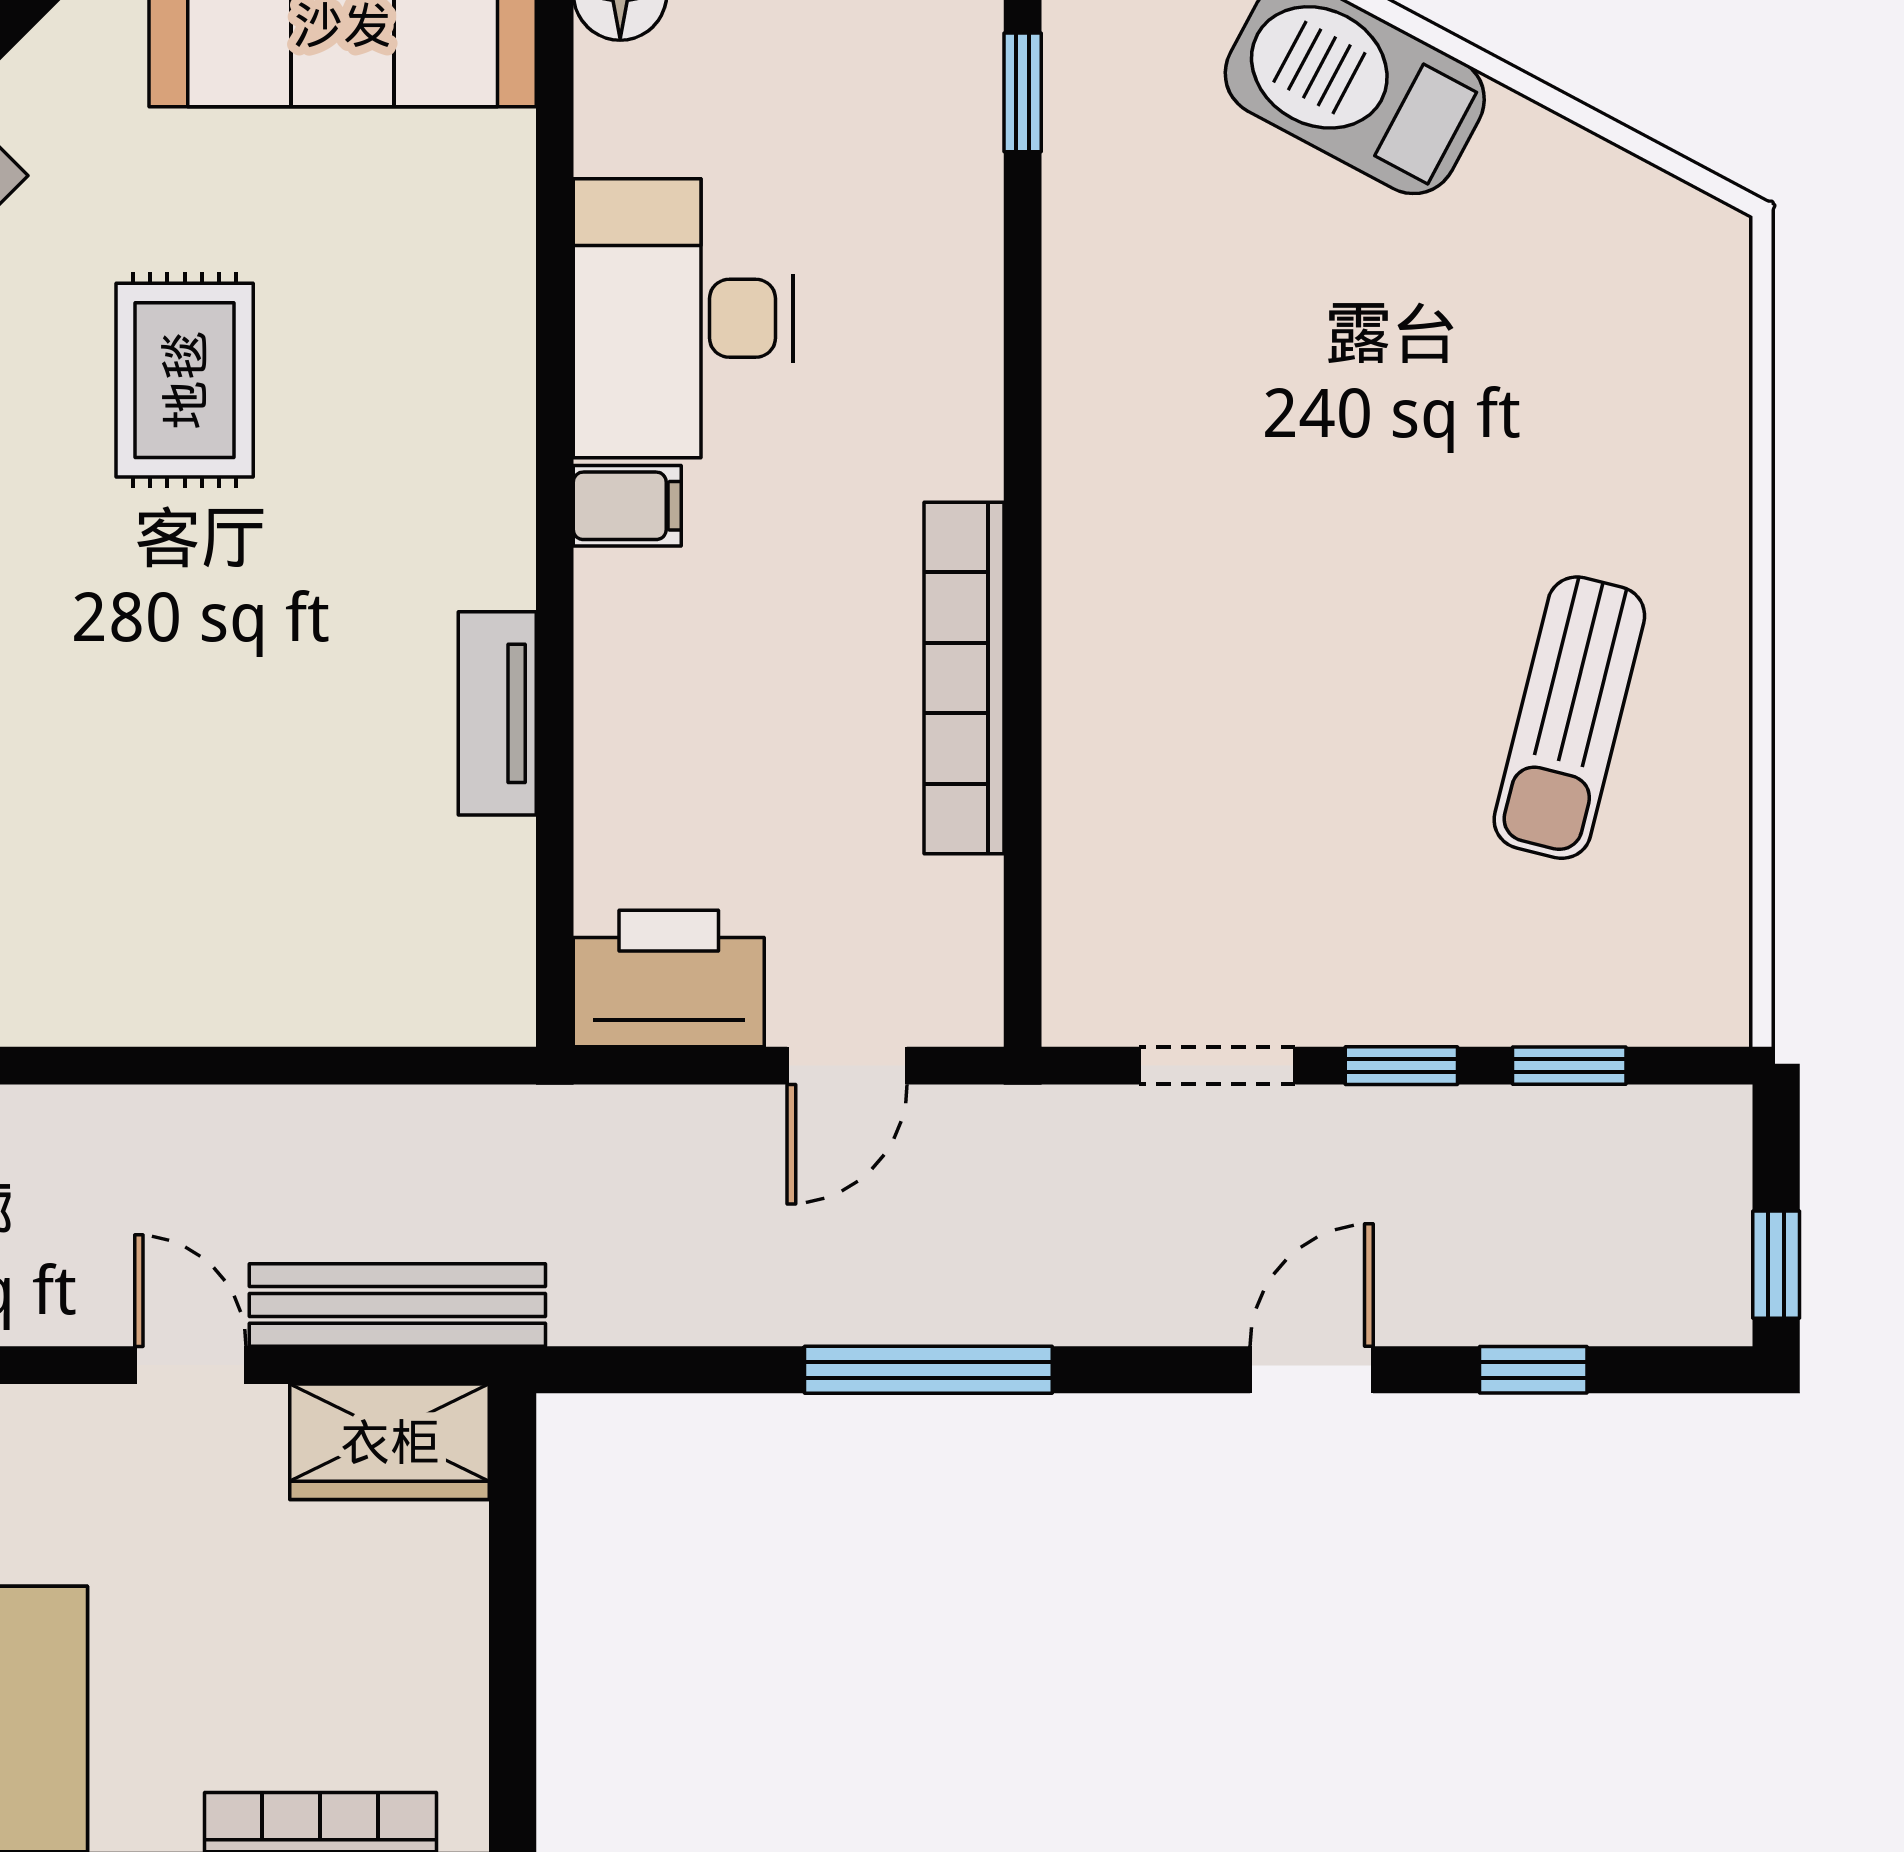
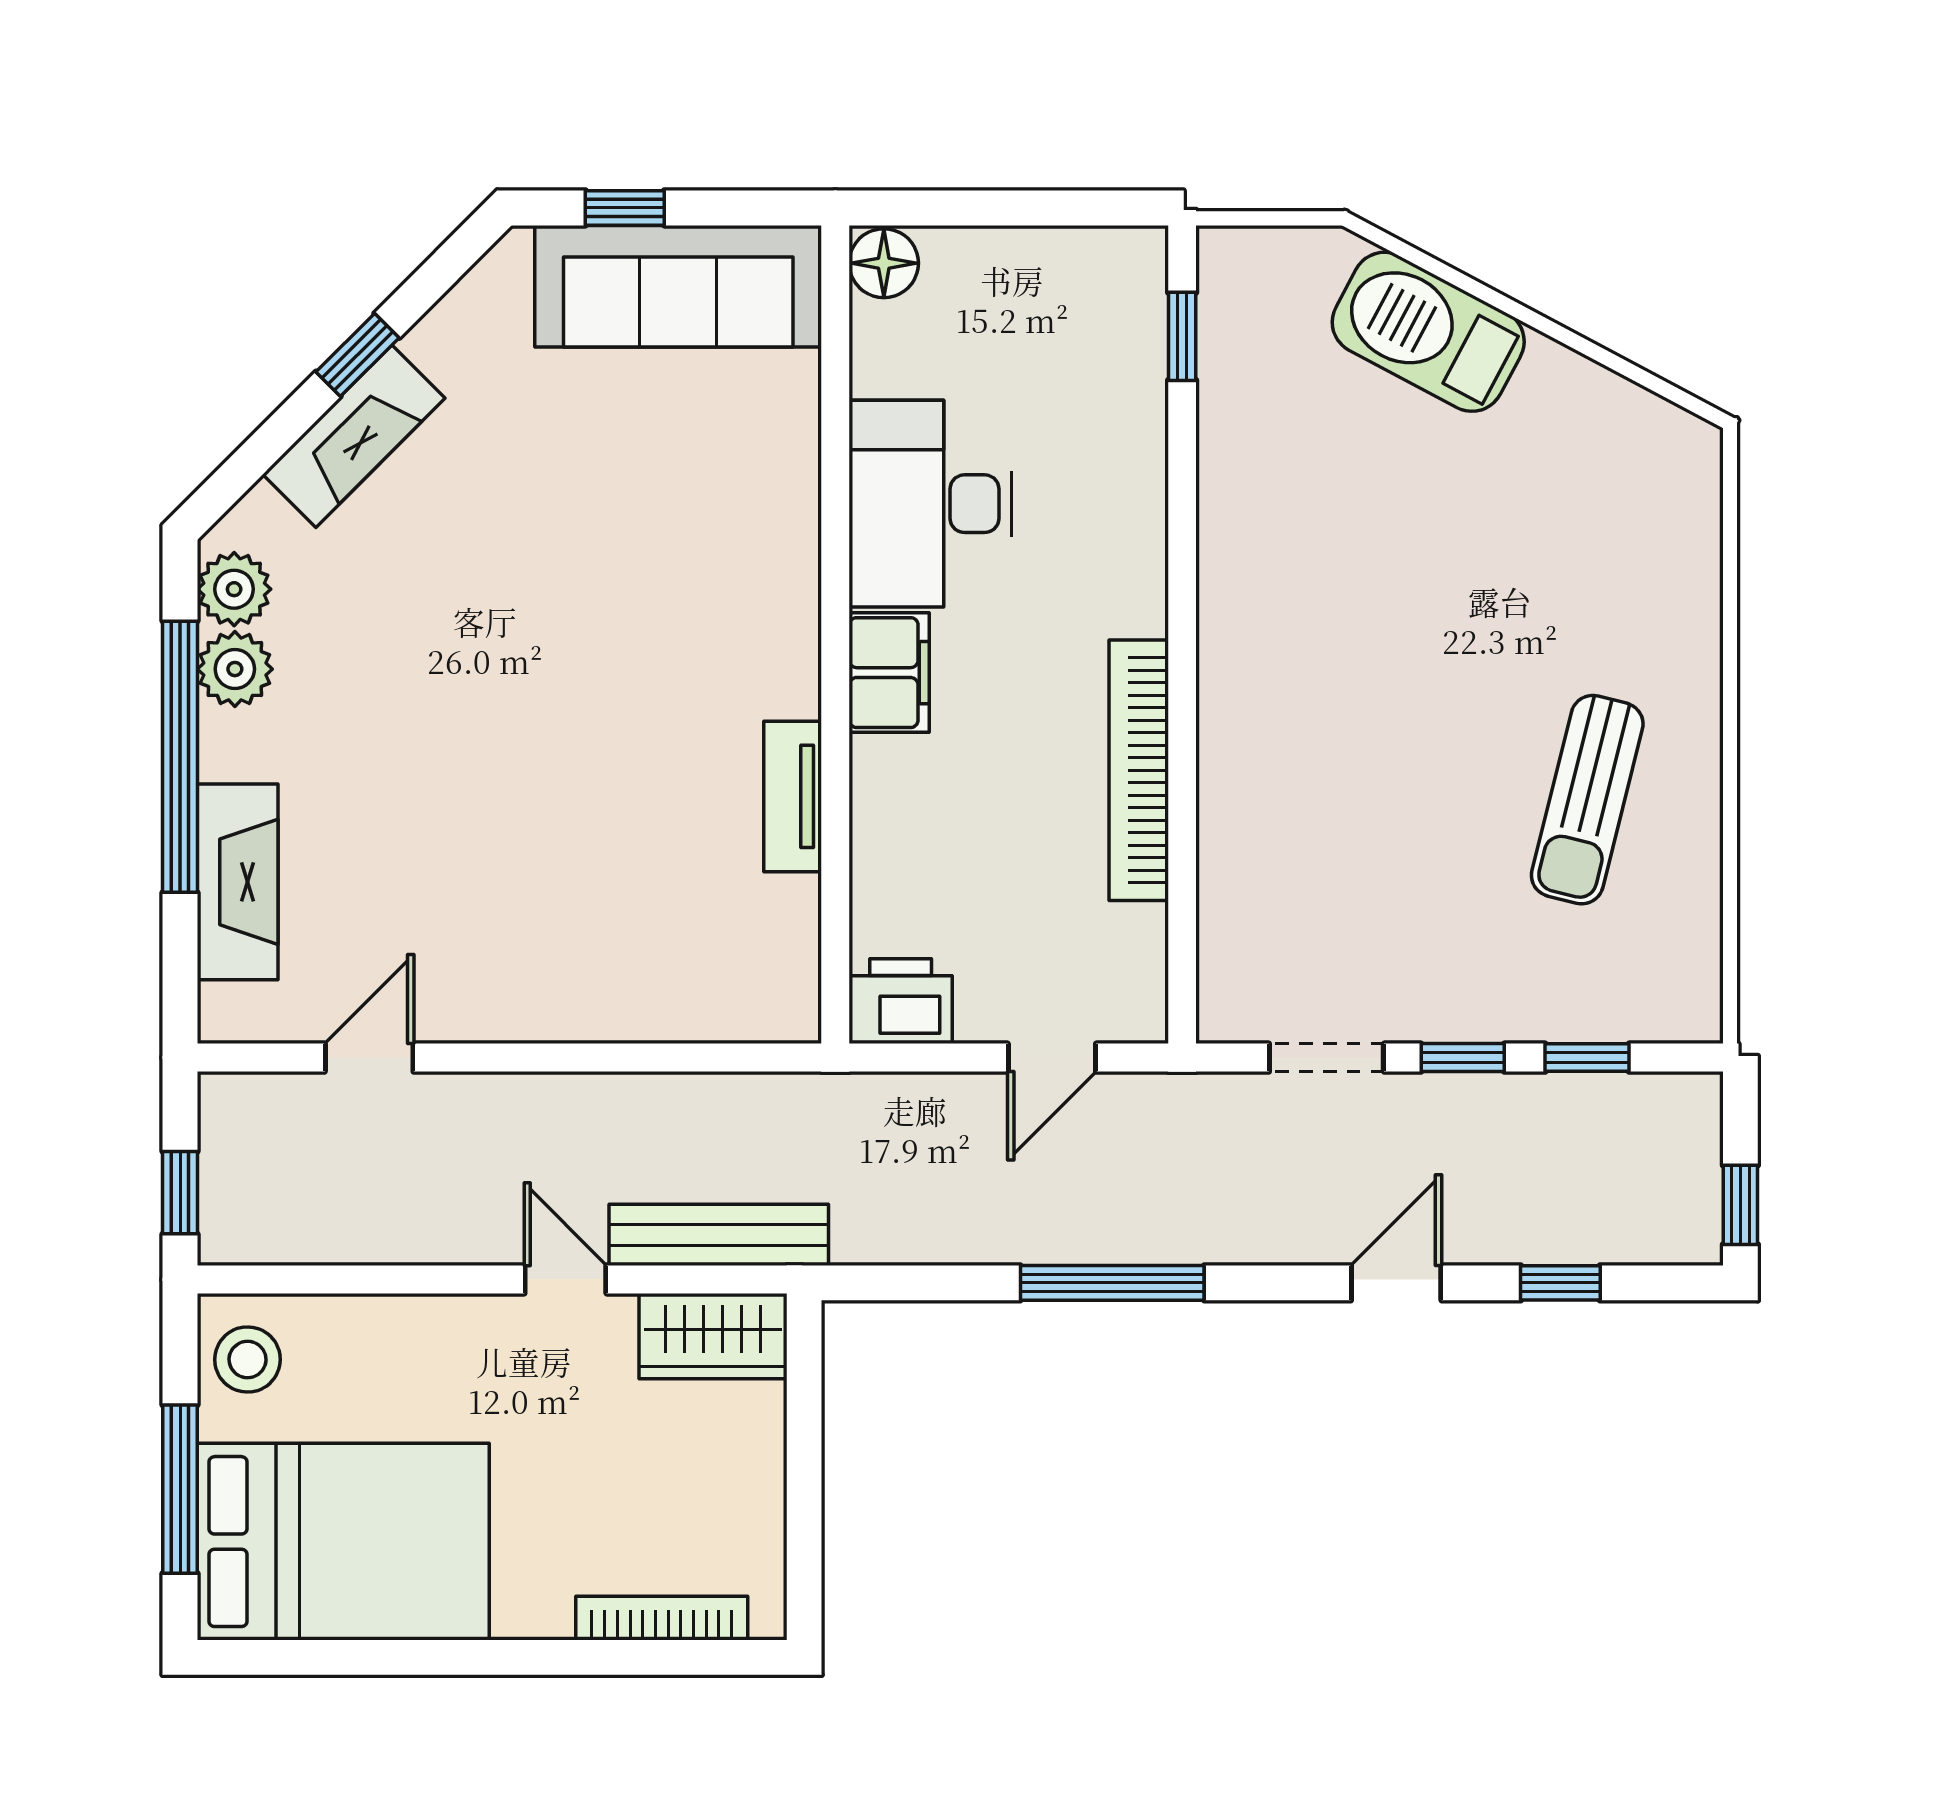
rug: (185, 380) -> (561, 550), removed
filing cabinet: (627, 506) -> (889, 673), width x2.00
printer: (669, 978) -> (901, 1001), width x0.73, depth x0.84

